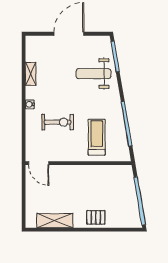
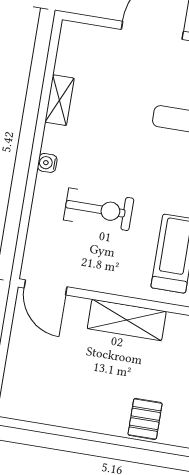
pallet: (96, 217) -> (145, 419), turned 90
shelving: (55, 221) -> (127, 320), moved

